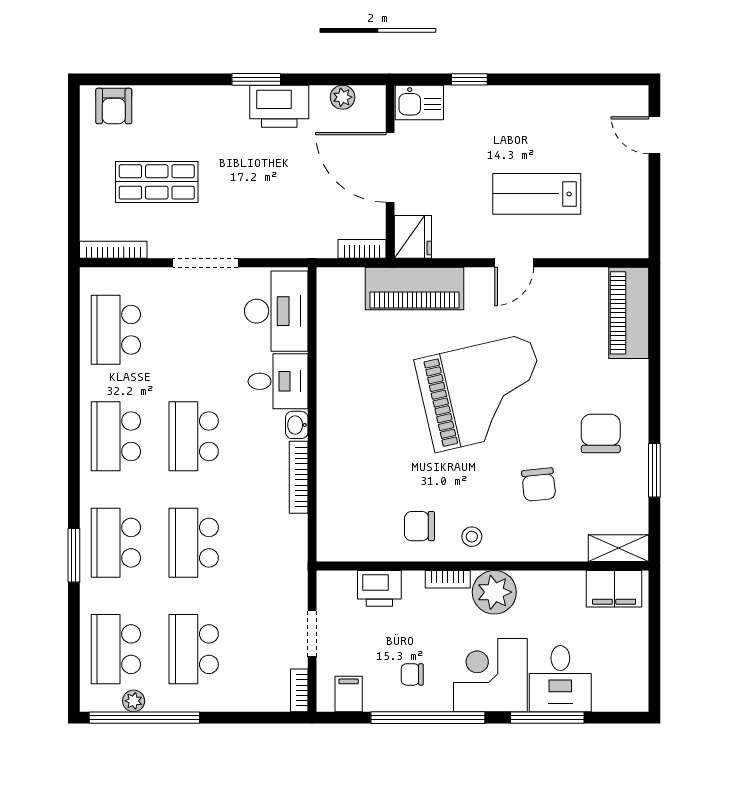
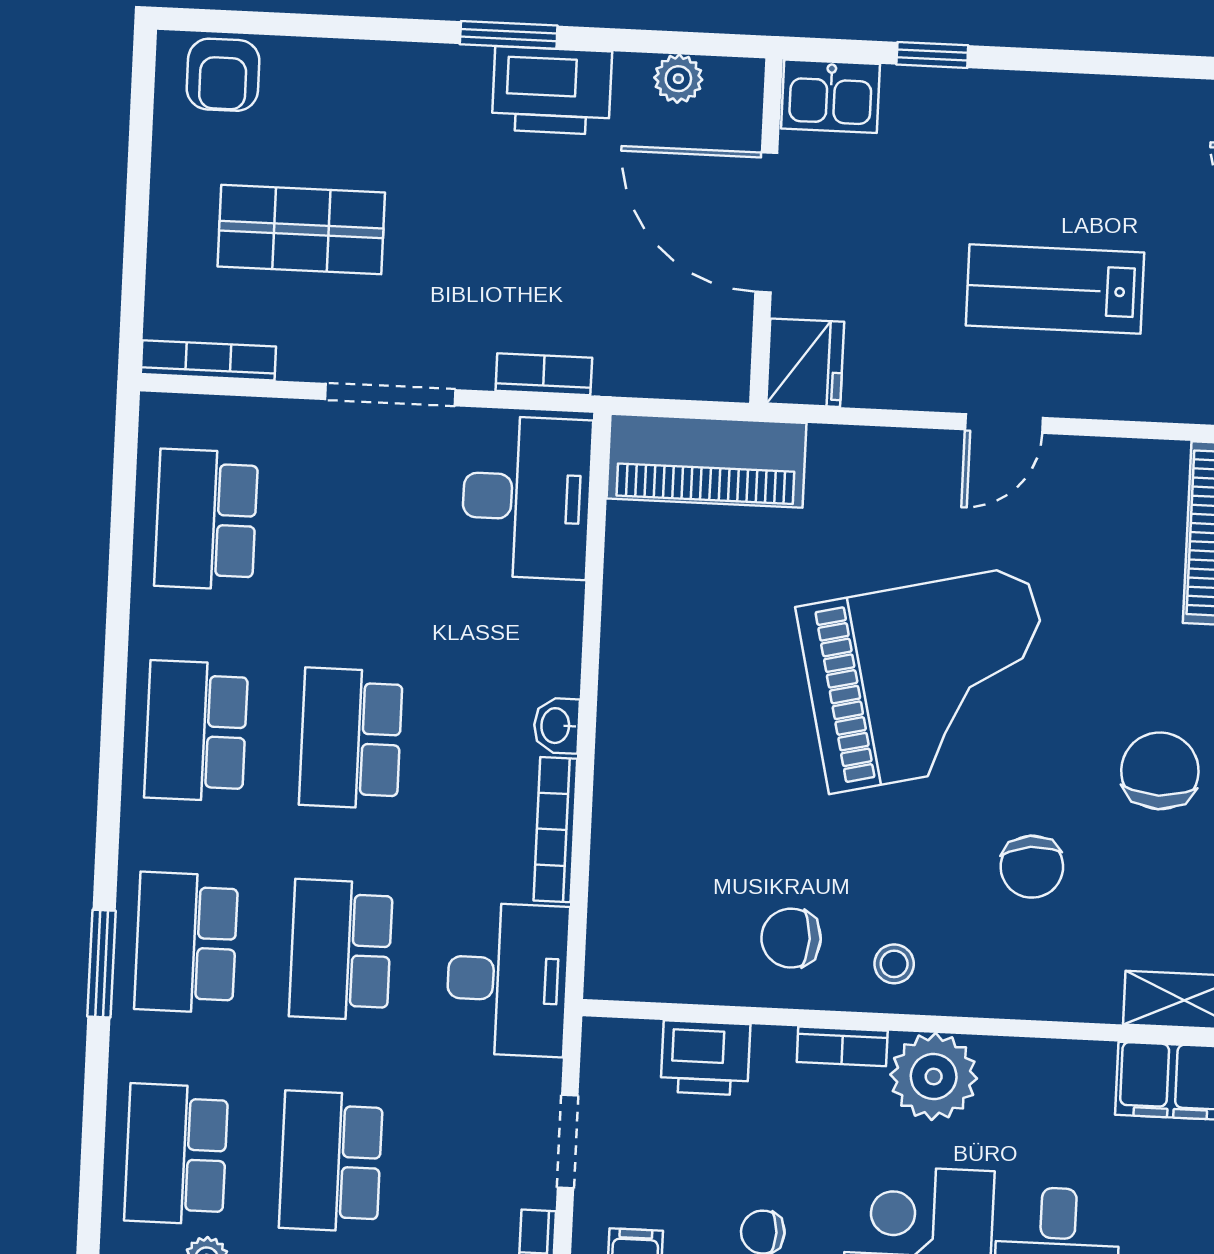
bookcase: (362, 249) -> (544, 374), moved
piano: (415, 288) -> (706, 461), moved
desk: (278, 381) -> (507, 979), moved, width x1.37

